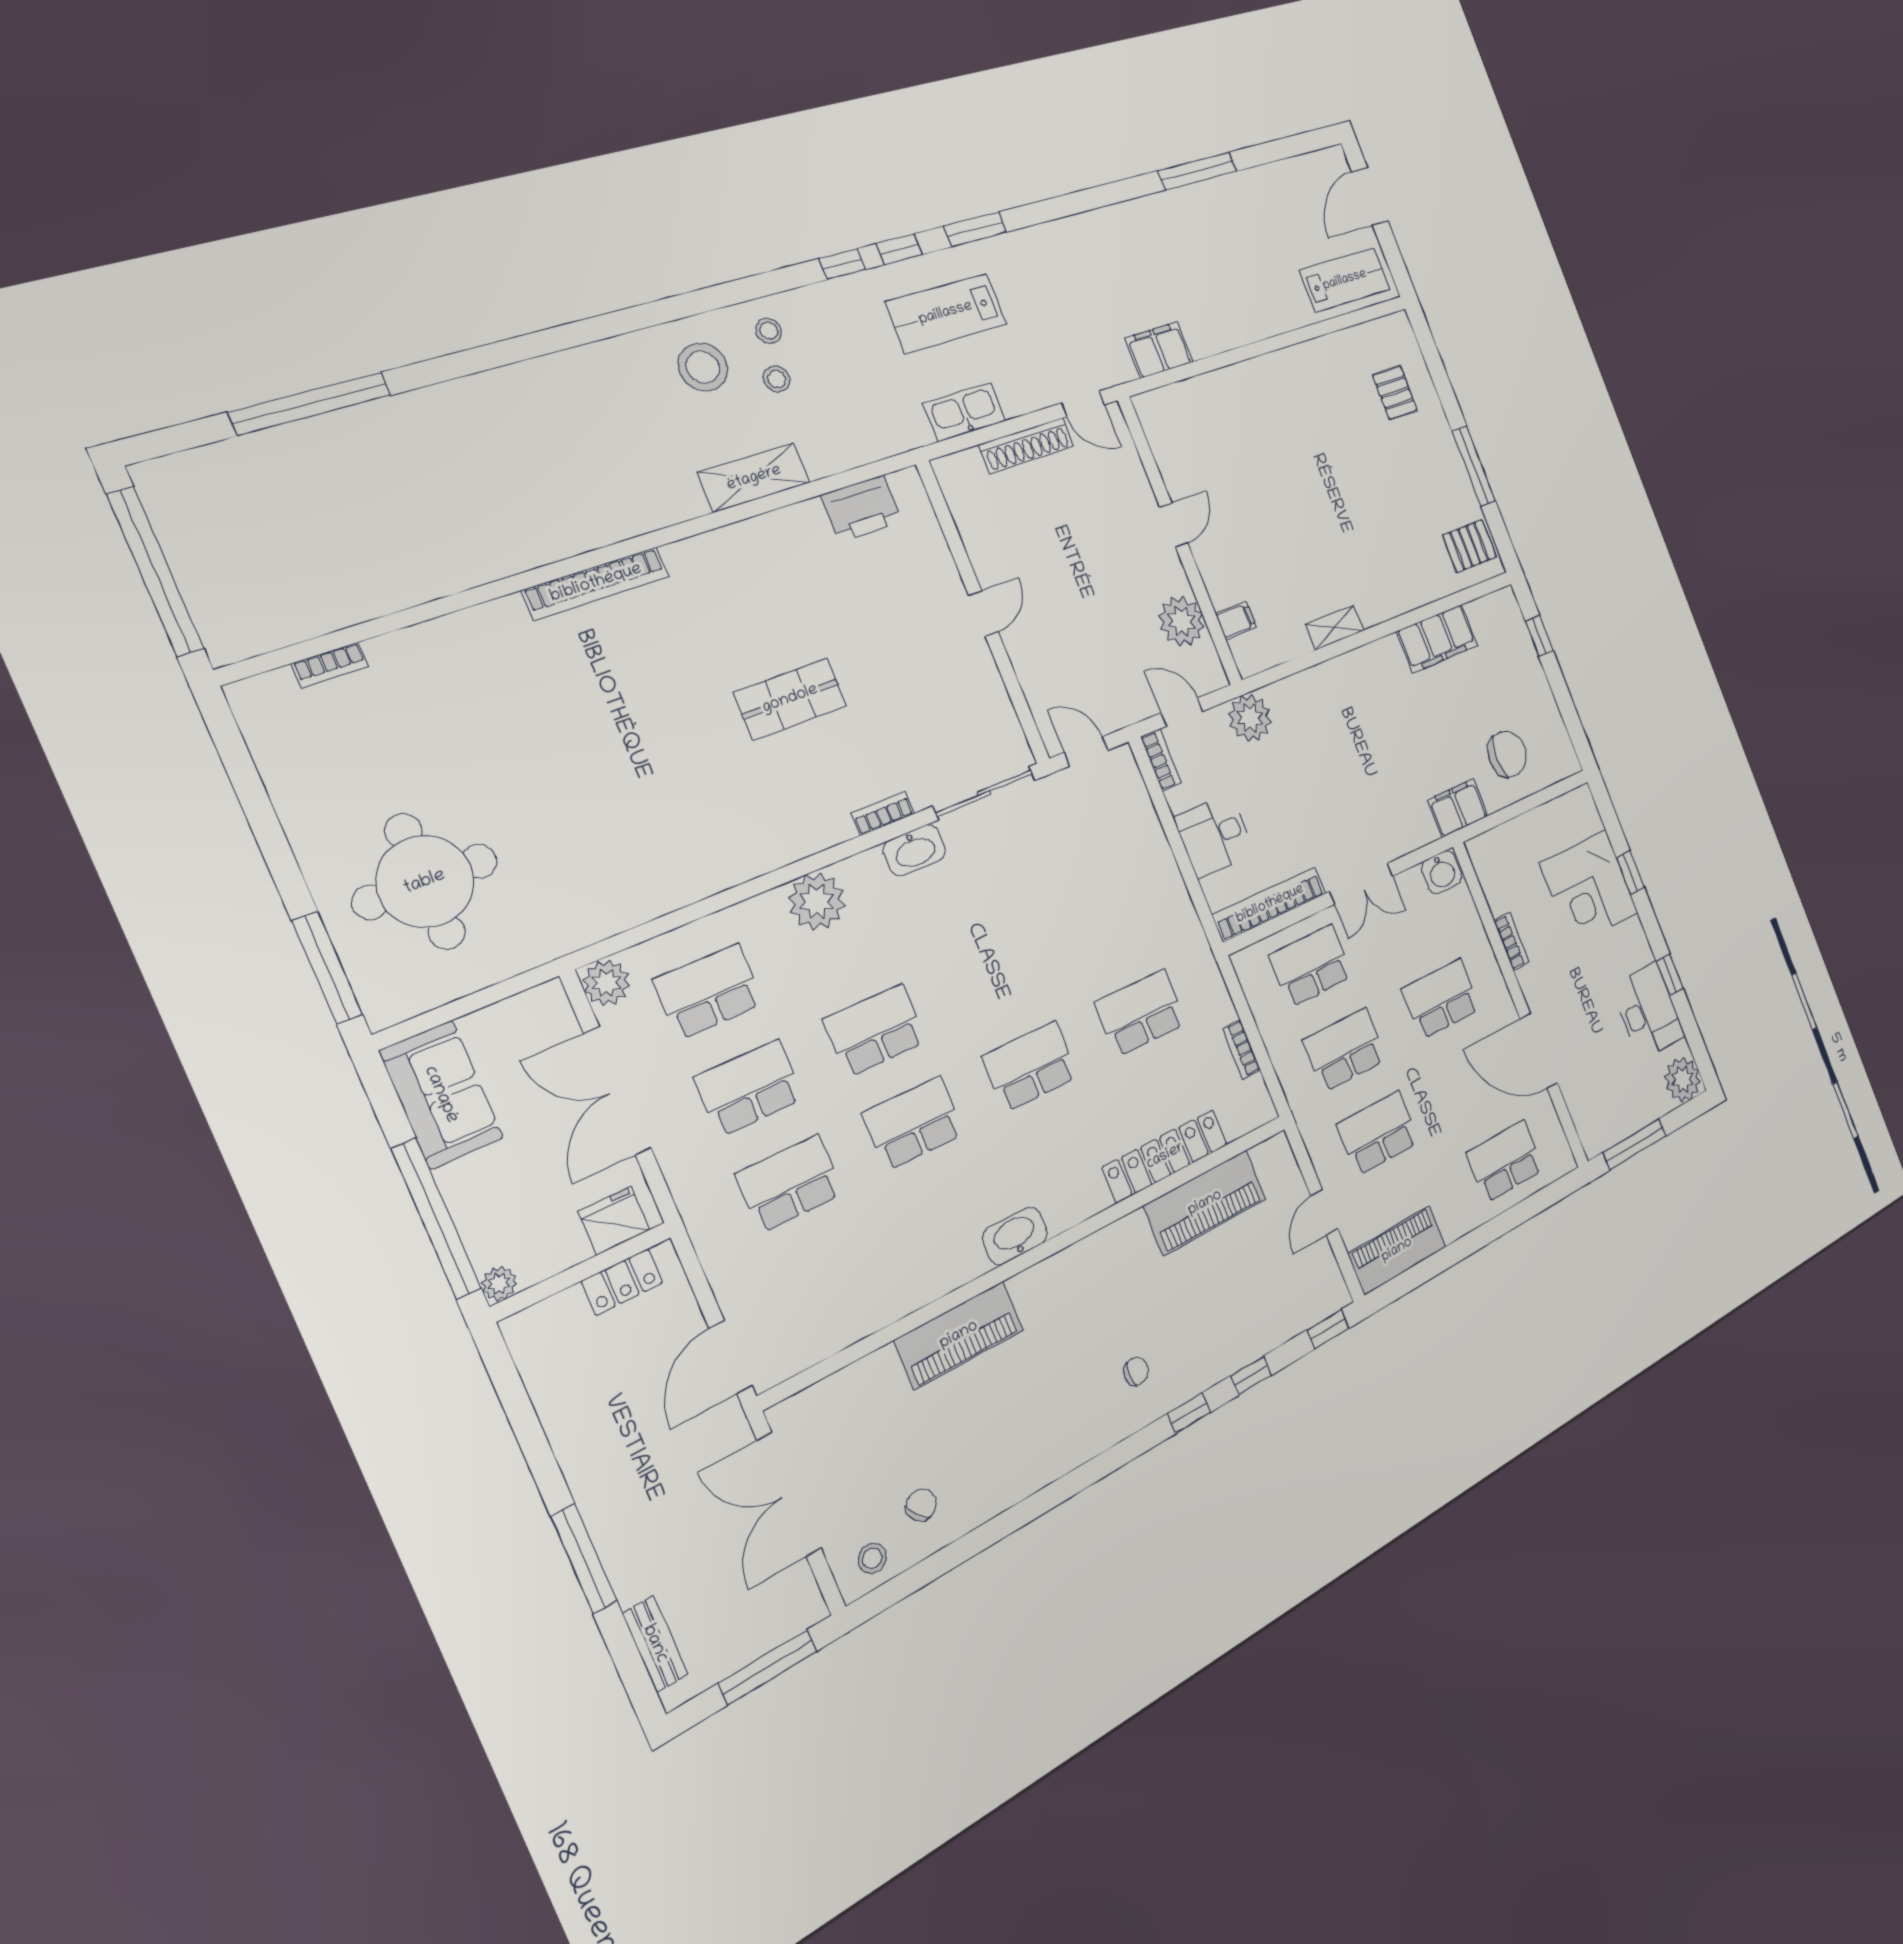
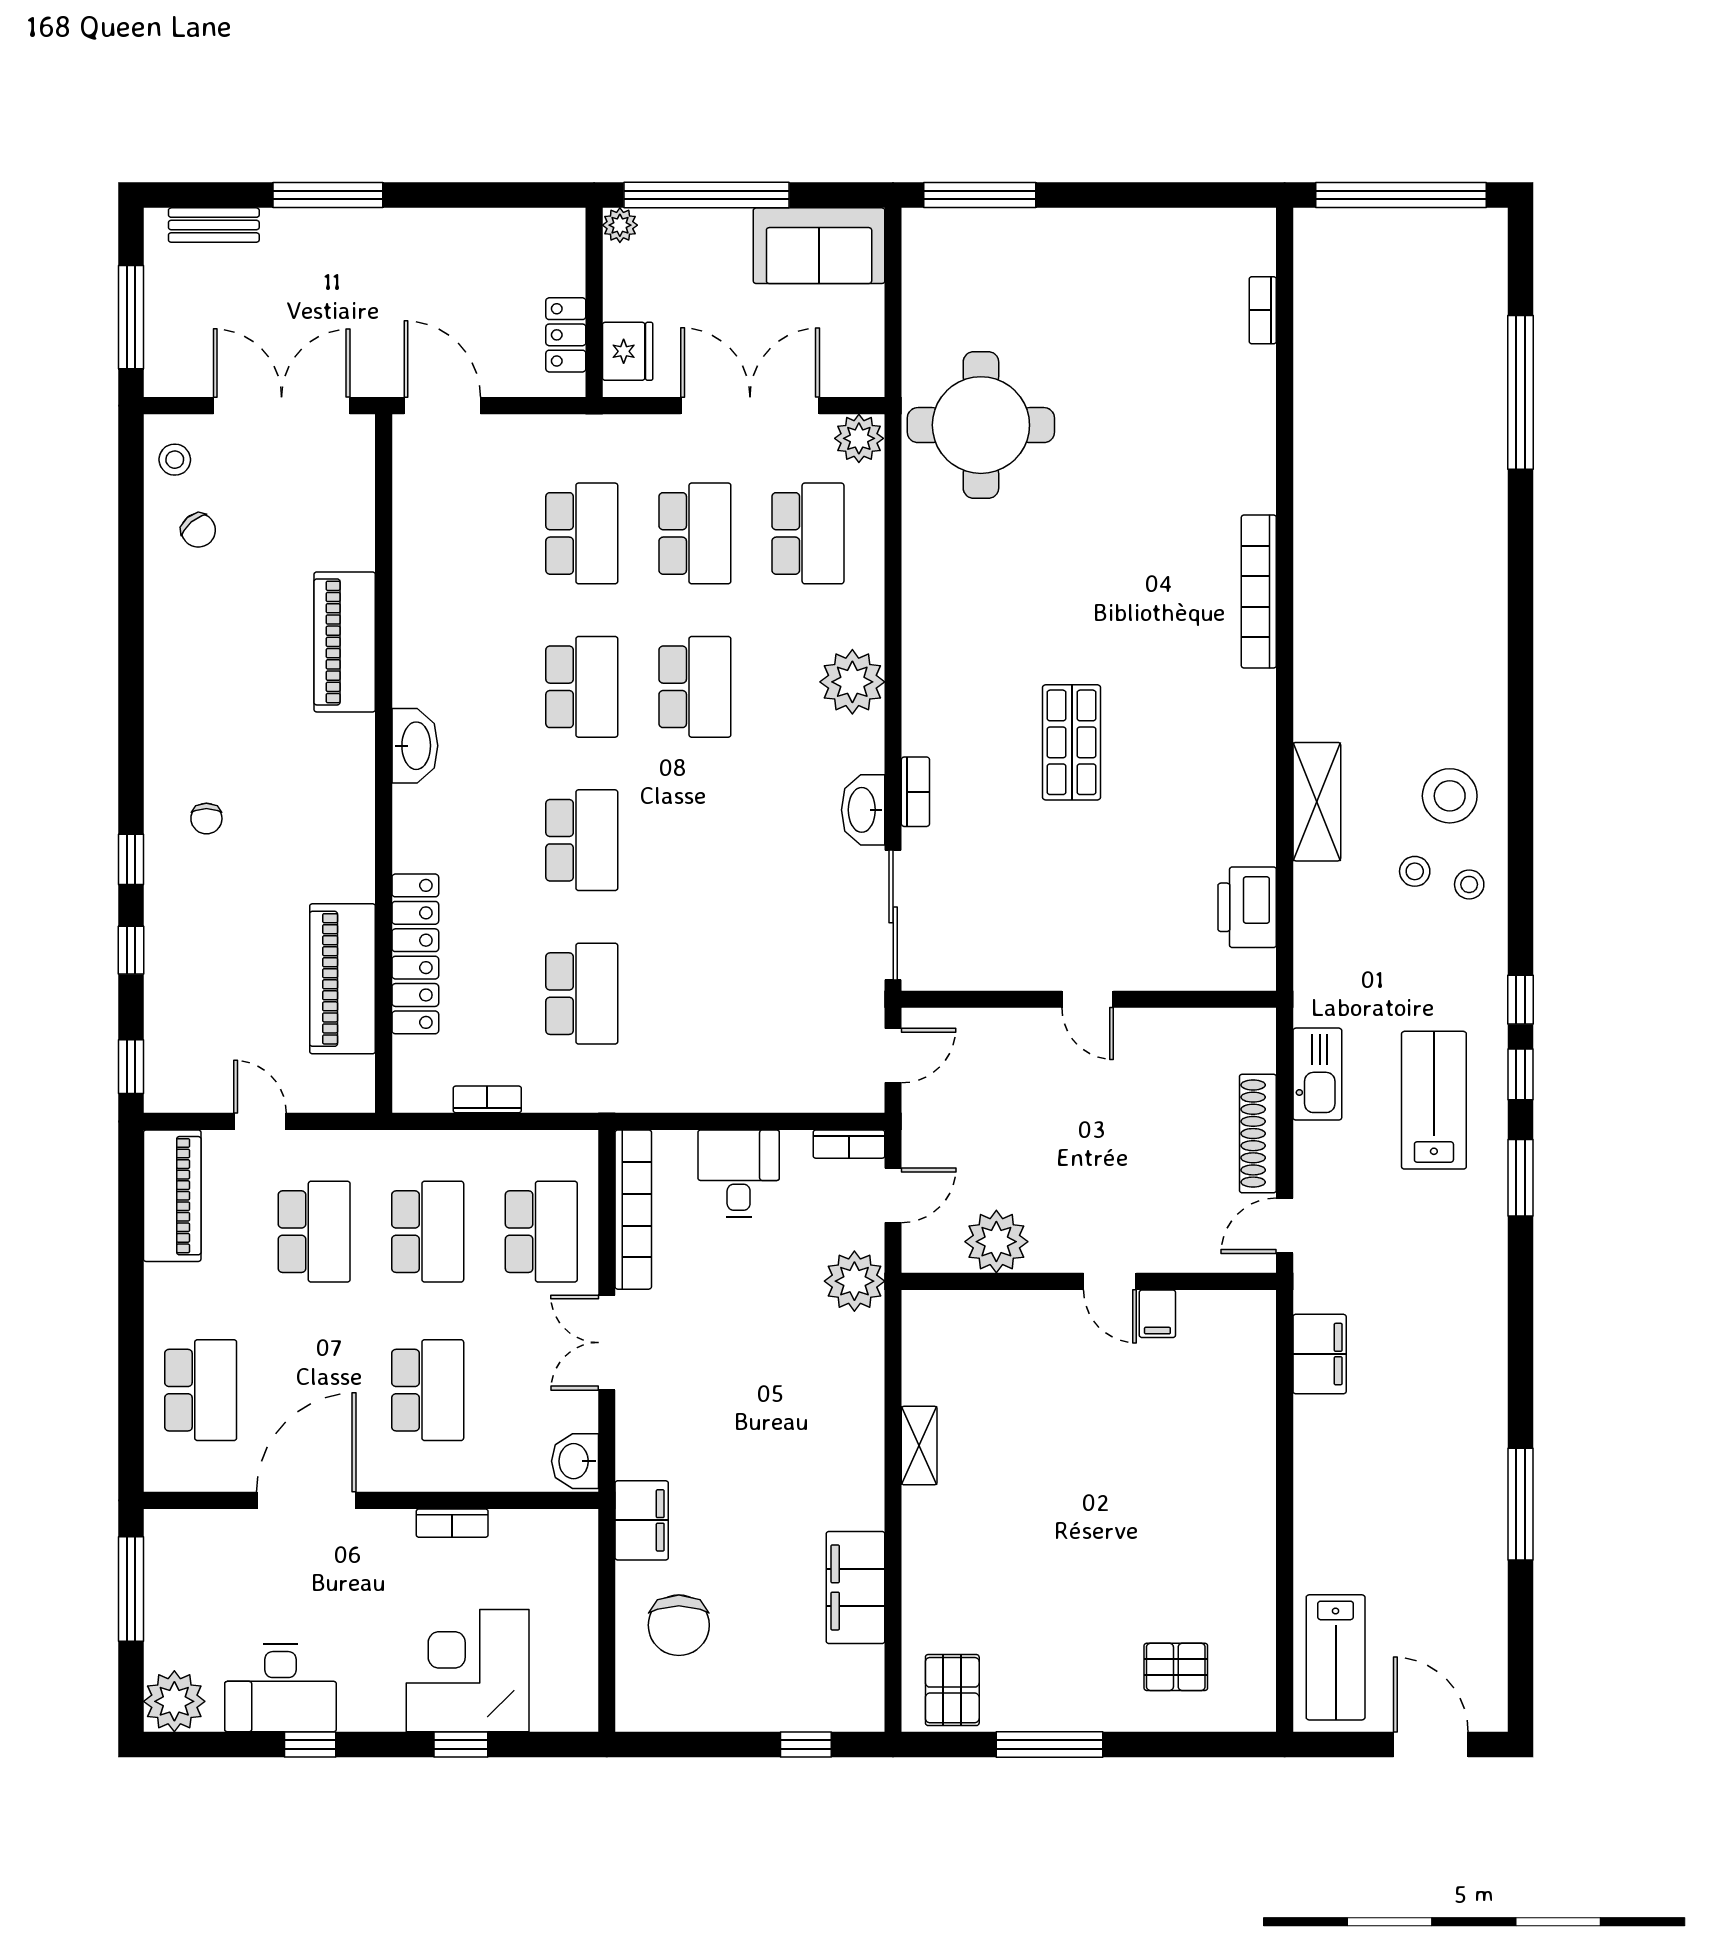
filing cabinet: (1236, 621) -> (1157, 1314), moved
round table: (425, 882) -> (981, 425), moved

